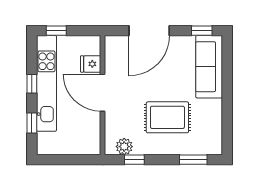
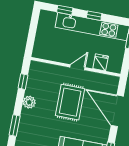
door: (103, 93) -> (77, 67), width x0.53
rug: (167, 117) -> (70, 102), moved
plant: (124, 147) -> (29, 102), moved

